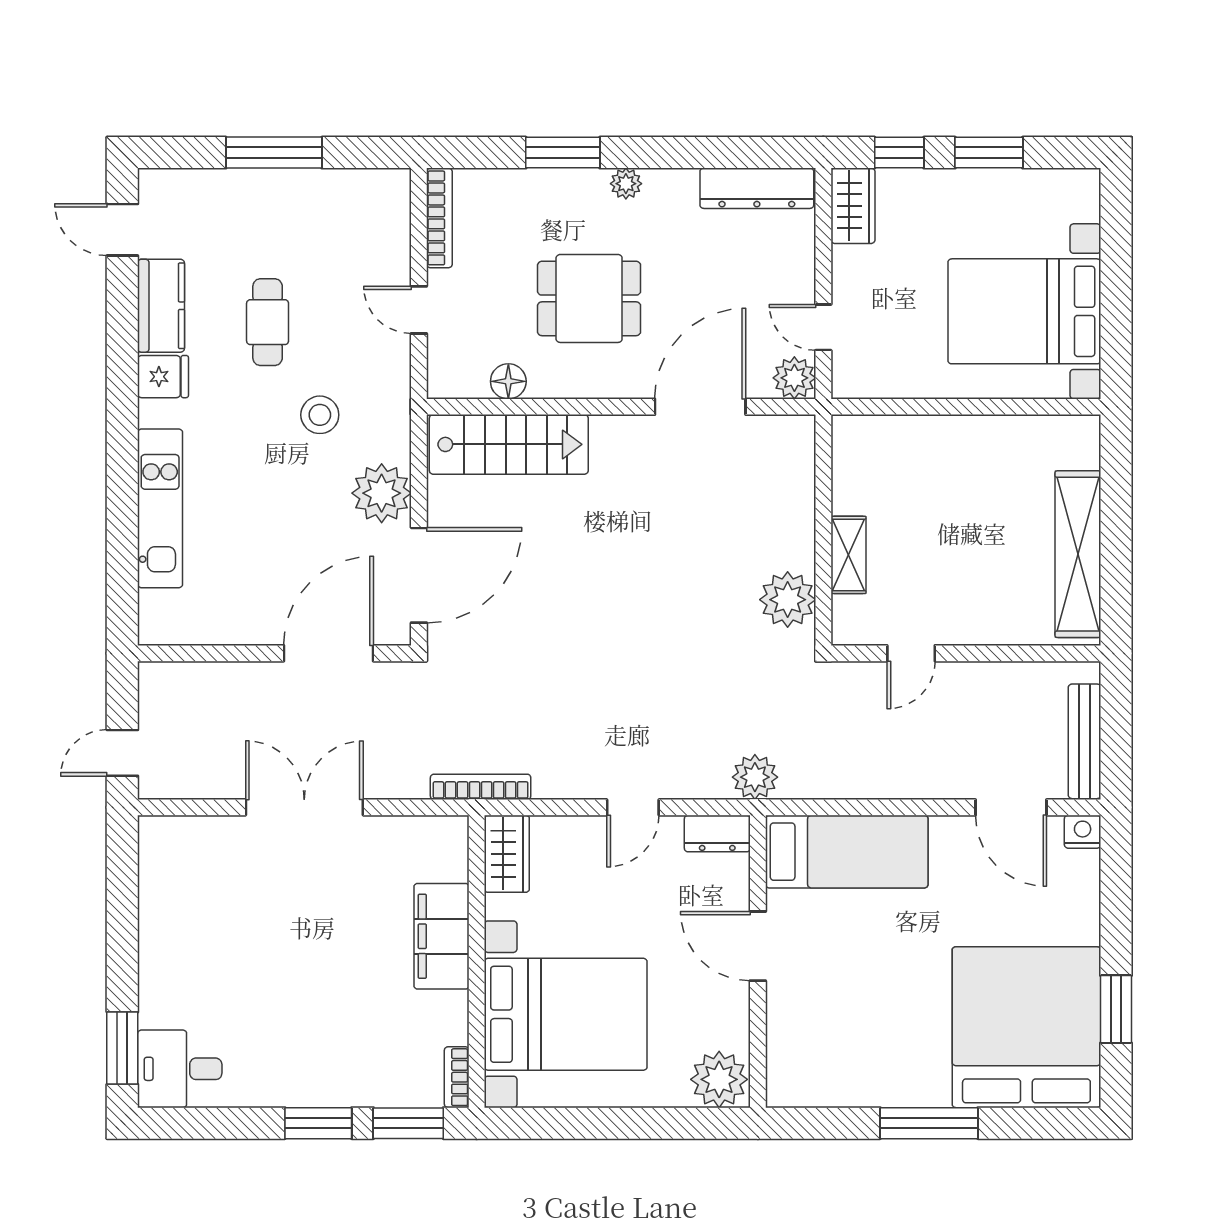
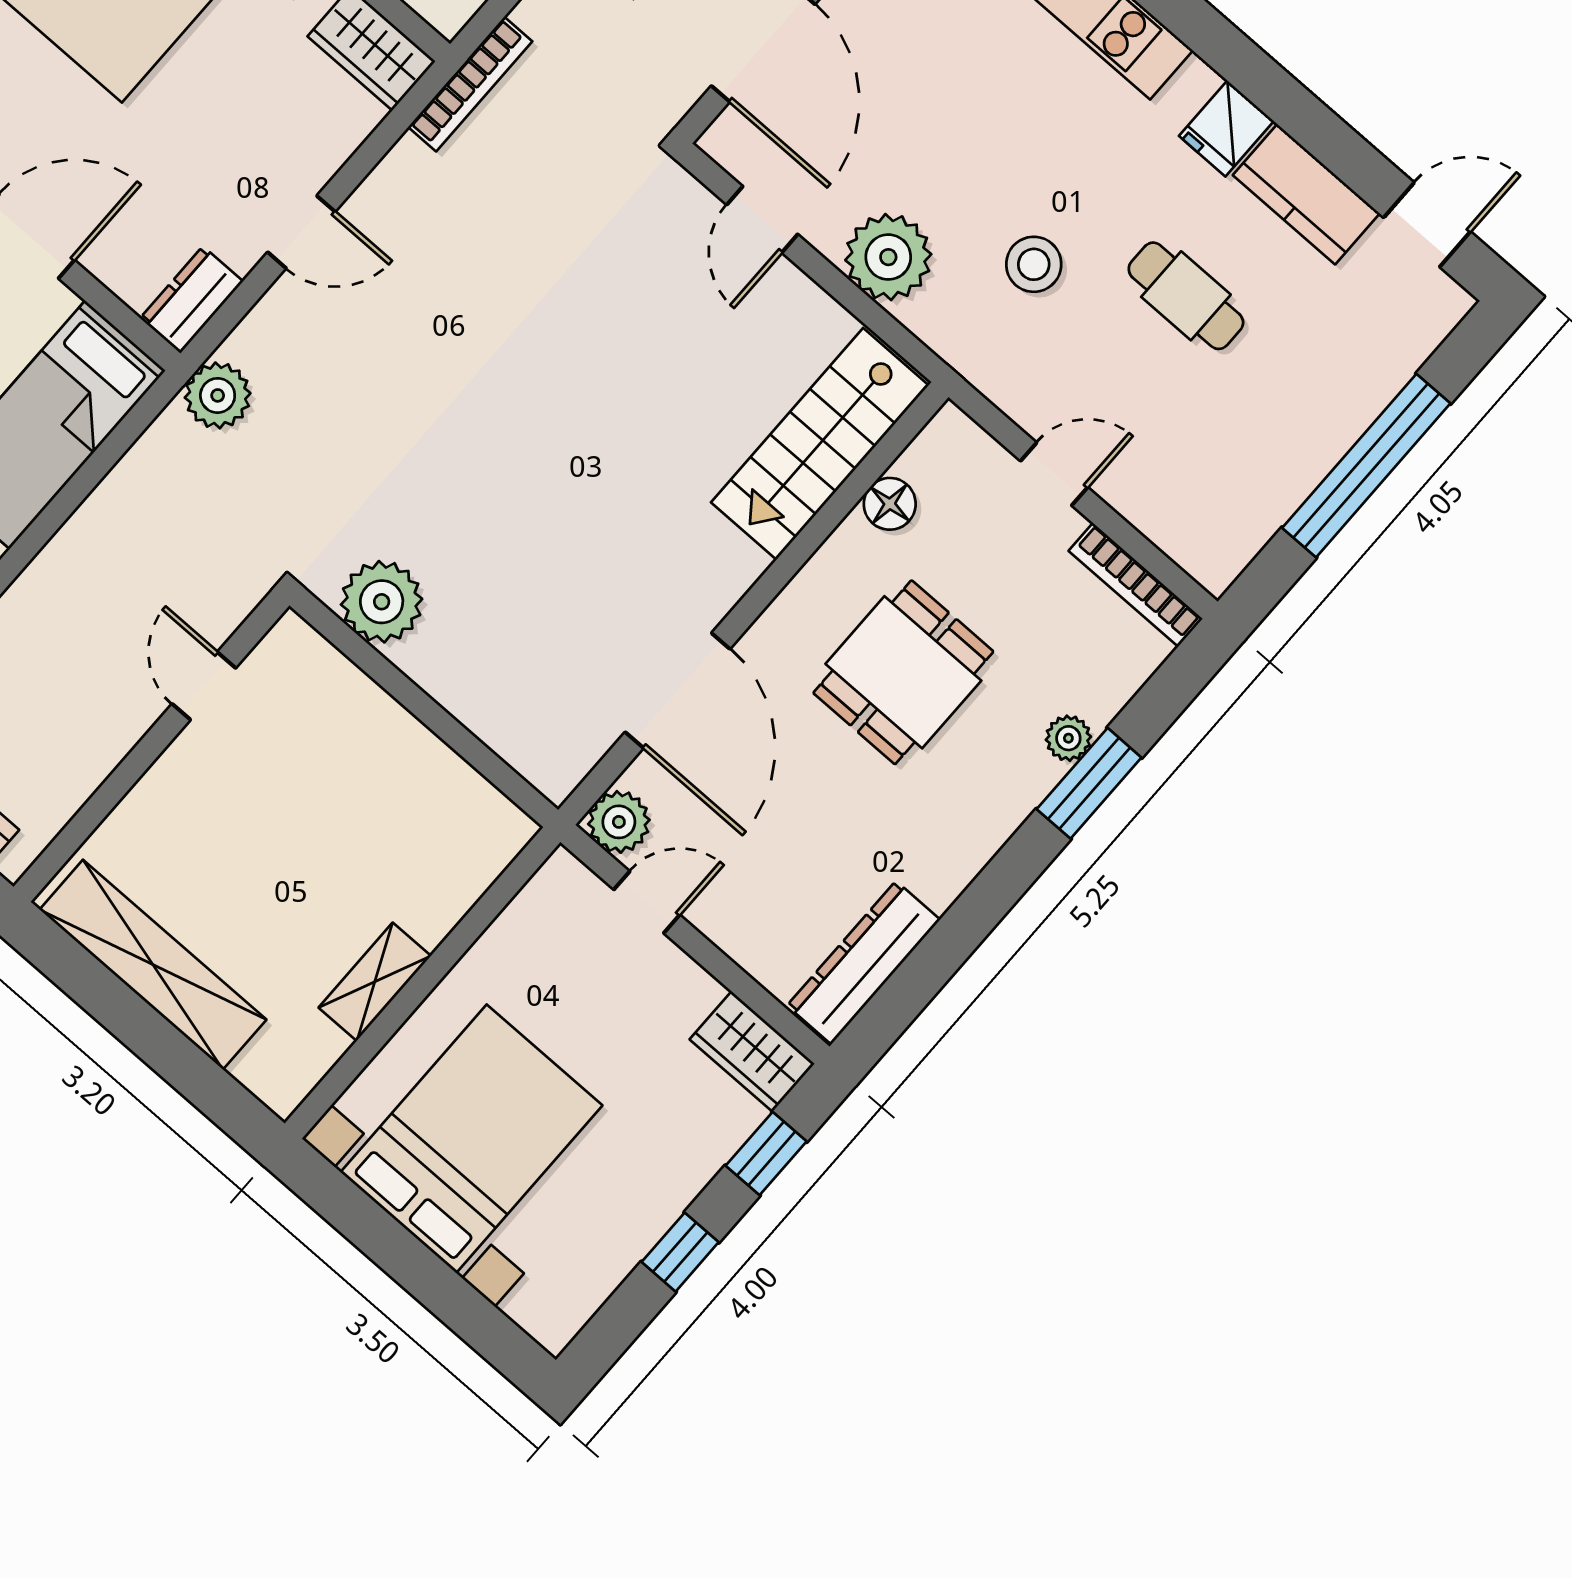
window: (274, 153) -> (1366, 466), width x1.46
window: (989, 153) -> (680, 1252), width x0.67
plant: (626, 184) -> (1068, 738), moved
shelving: (848, 555) -> (375, 982), moved, turned 90
door: (419, 575) -> (762, 219), width x0.53
door: (633, 807) -> (301, 232), swing flipped

